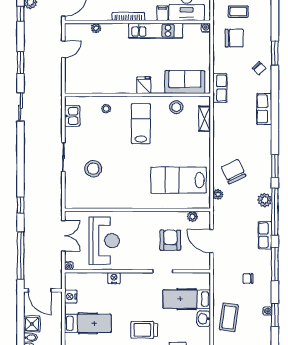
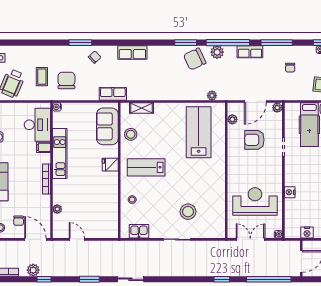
chair: (234, 172) -> (195, 59), moved
lab bench: (179, 180) -> (199, 132), turned 180
plant: (205, 265) -> (277, 108), added

